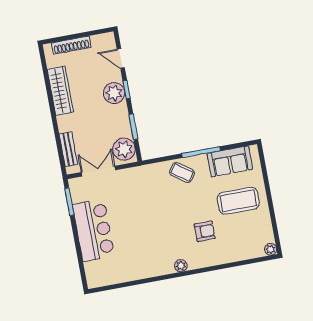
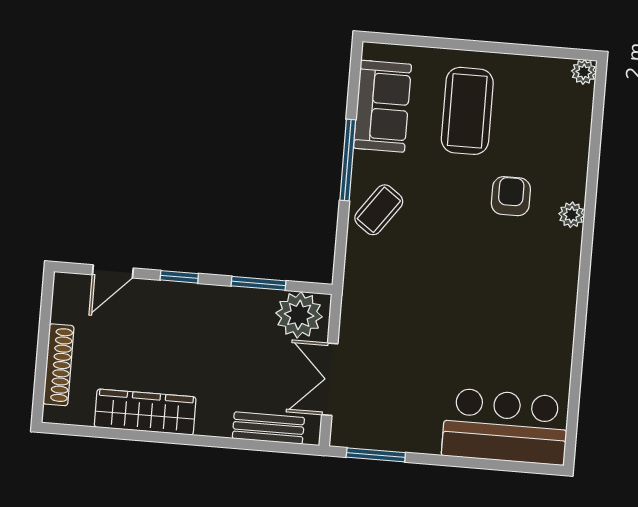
plant: (114, 93) -> (180, 304), removed
bar counter: (93, 230) -> (505, 427), moved
plant: (181, 266) -> (572, 215), moved

